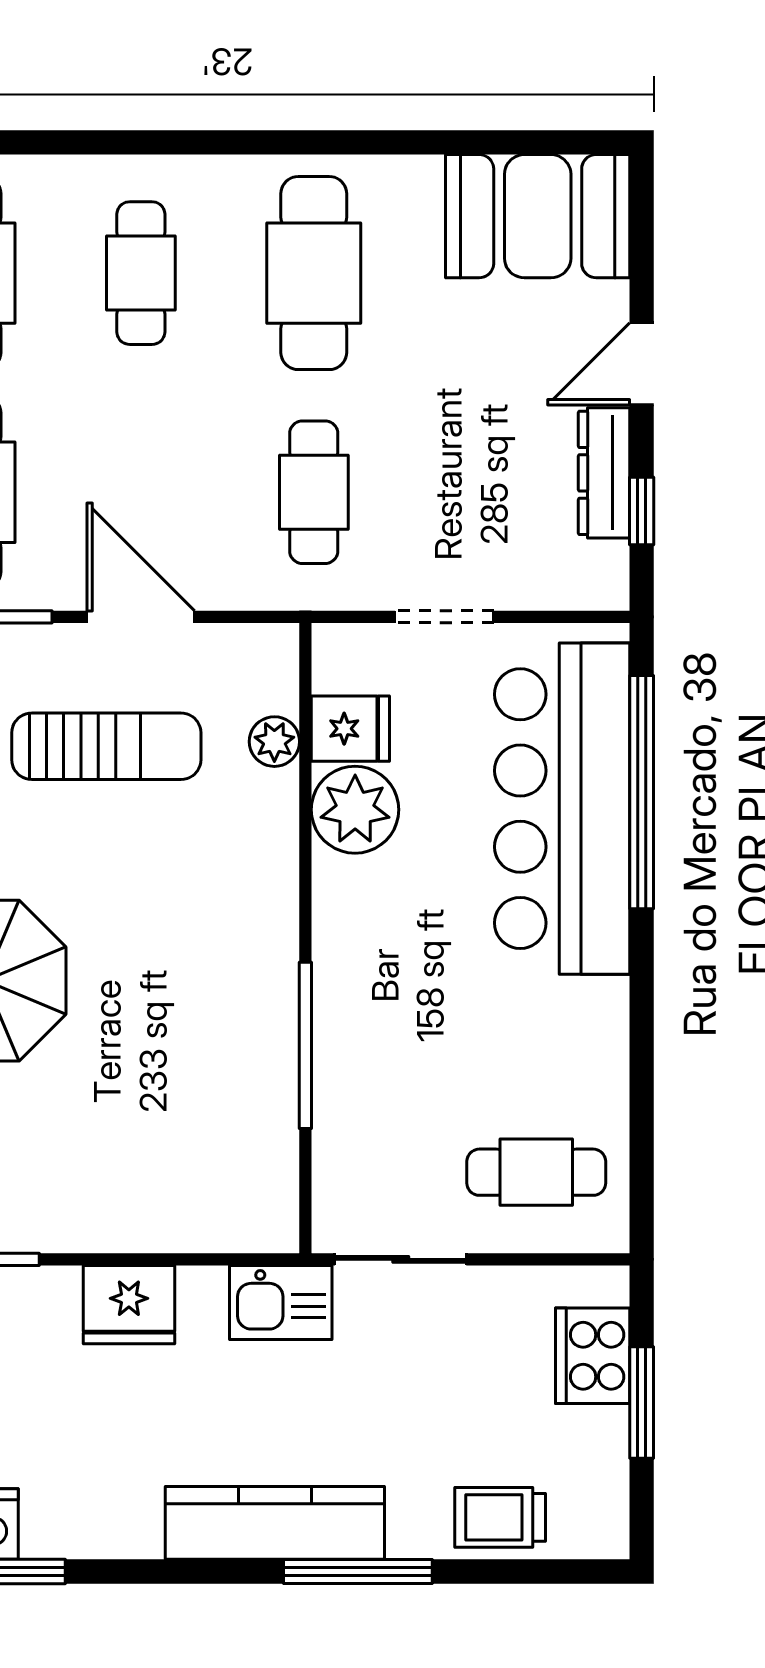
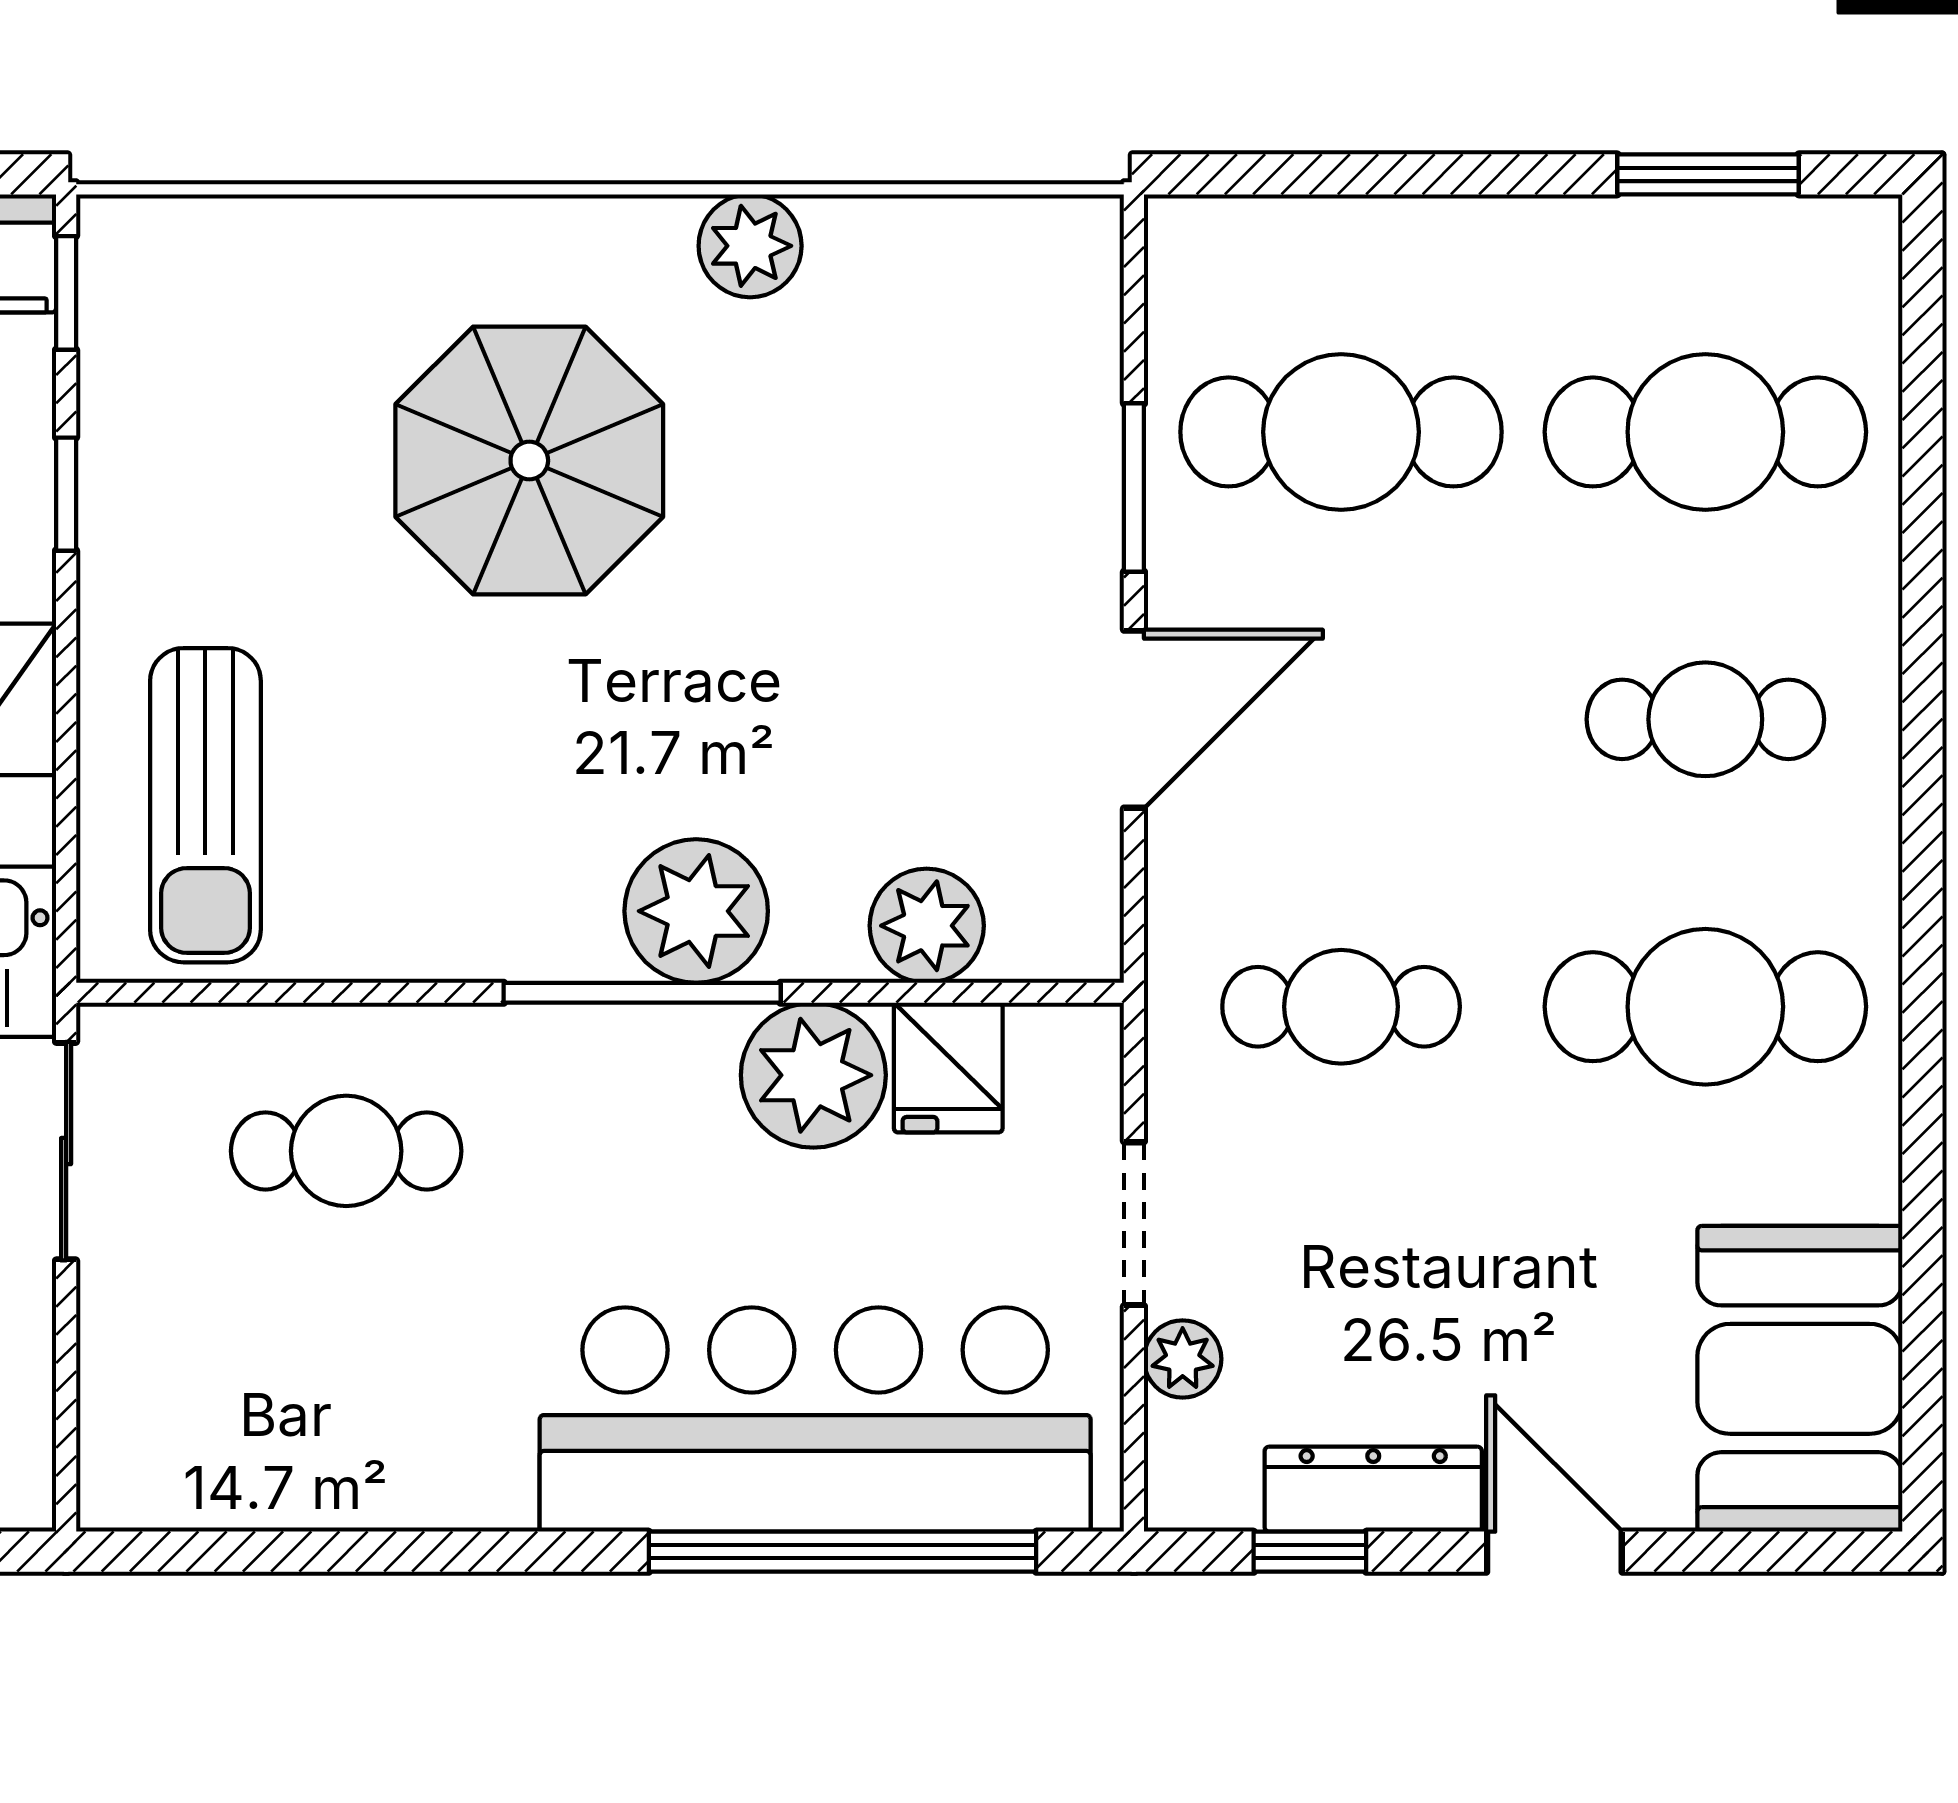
plant: (526, 588) -> (1183, 1359), added
plant: (274, 742) -> (927, 926), width x1.38, depth x1.38
sun lounger: (106, 746) -> (205, 805), moved
plant: (256, 880) -> (696, 911), added
window: (305, 1045) -> (642, 993), moved
cafe table: (536, 1172) -> (346, 1151), moved, turned 90

